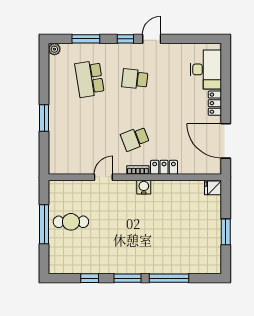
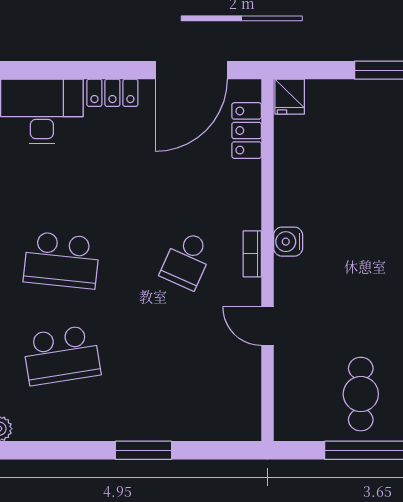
school desk: (135, 79) -> (62, 260), width x1.85
school desk: (135, 139) -> (187, 260), turned 45
locker: (164, 167) -> (247, 131), moved

